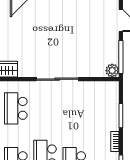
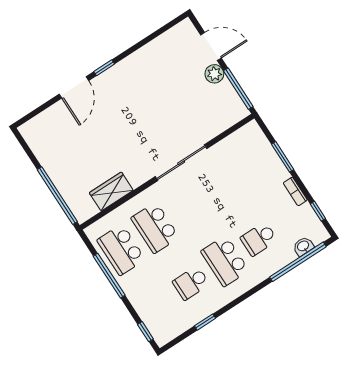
plant: (112, 71) -> (214, 74), moved

